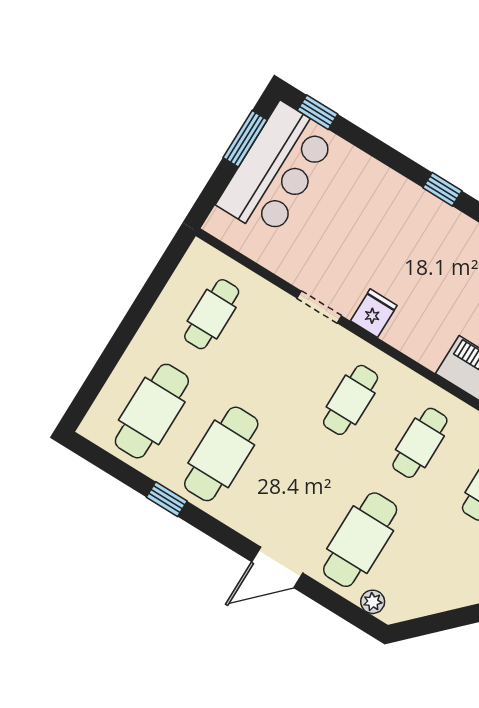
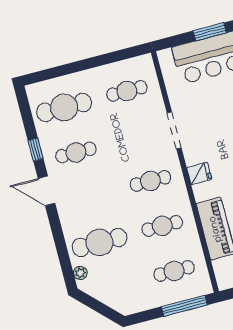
doorway: (319, 307) -> (174, 130), width x1.38
fridge: (374, 313) -> (199, 174), moved
cafe table: (221, 454) -> (76, 152), width x0.73, depth x0.74
door: (277, 567) -> (46, 191), moved

